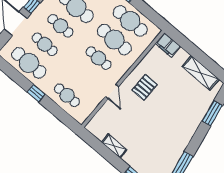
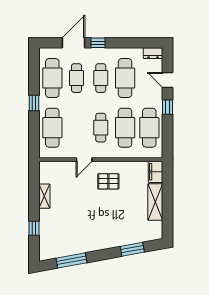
shelving: (201, 73) -> (155, 202), moved
cafe table: (67, 95) -> (52, 128), width x1.37, depth x1.35

